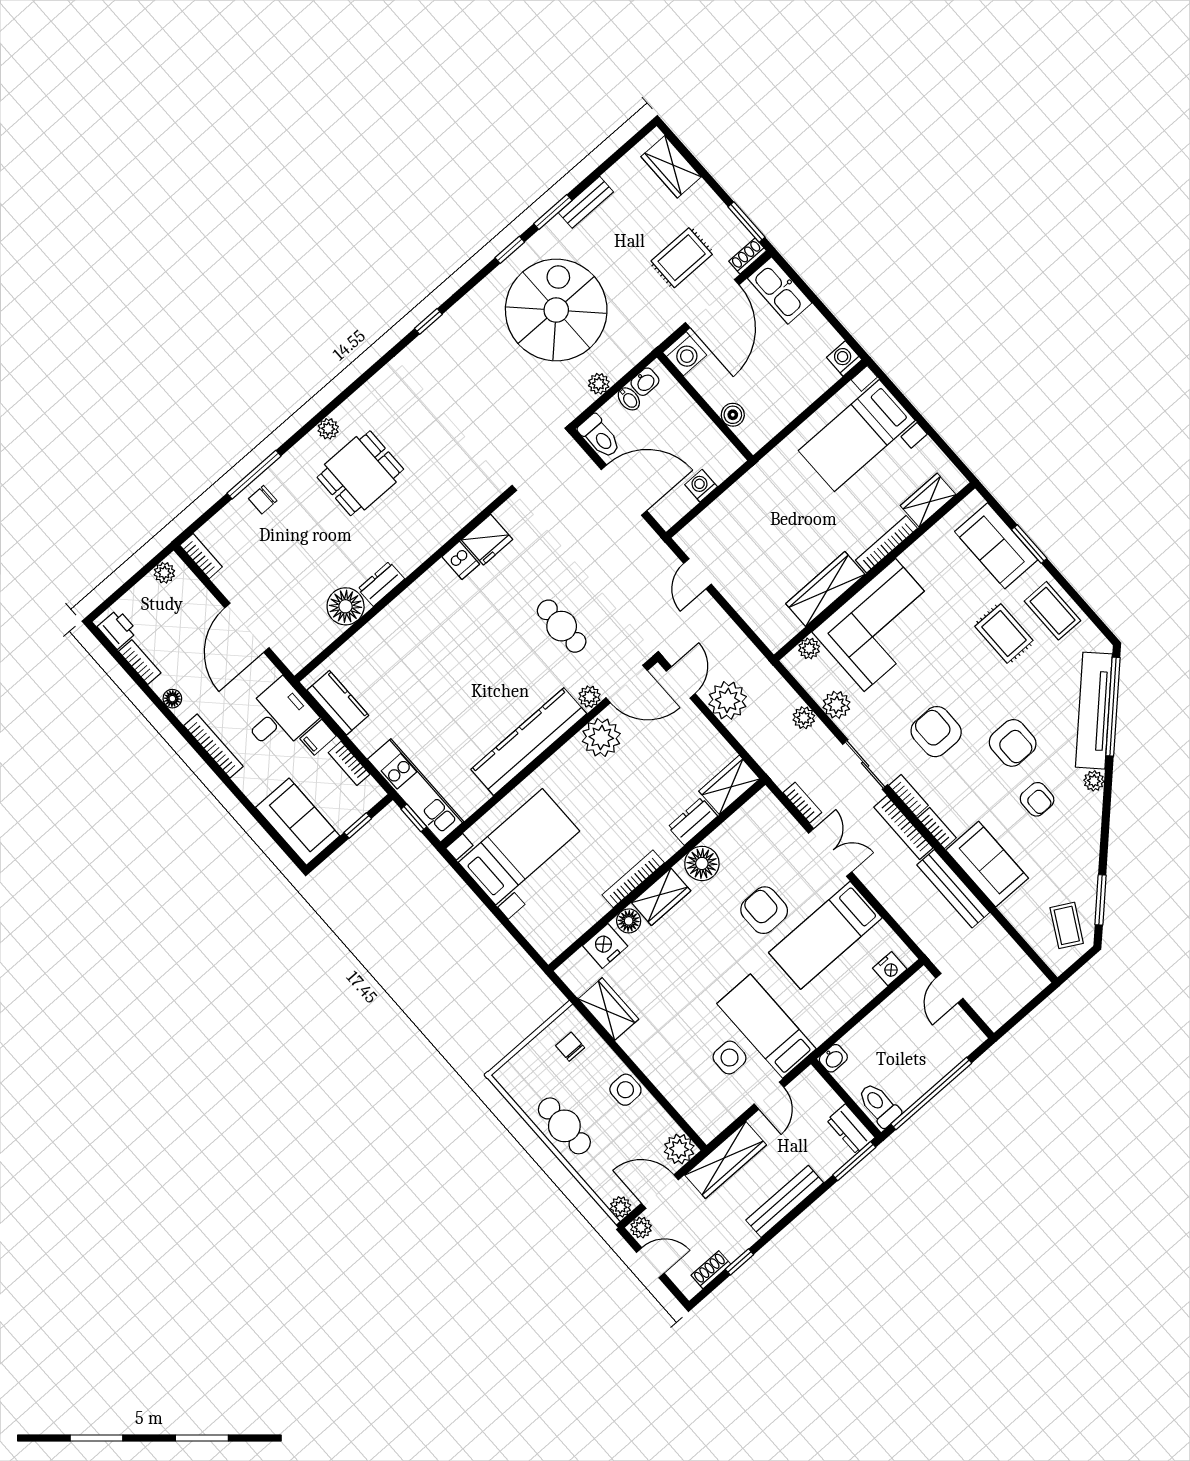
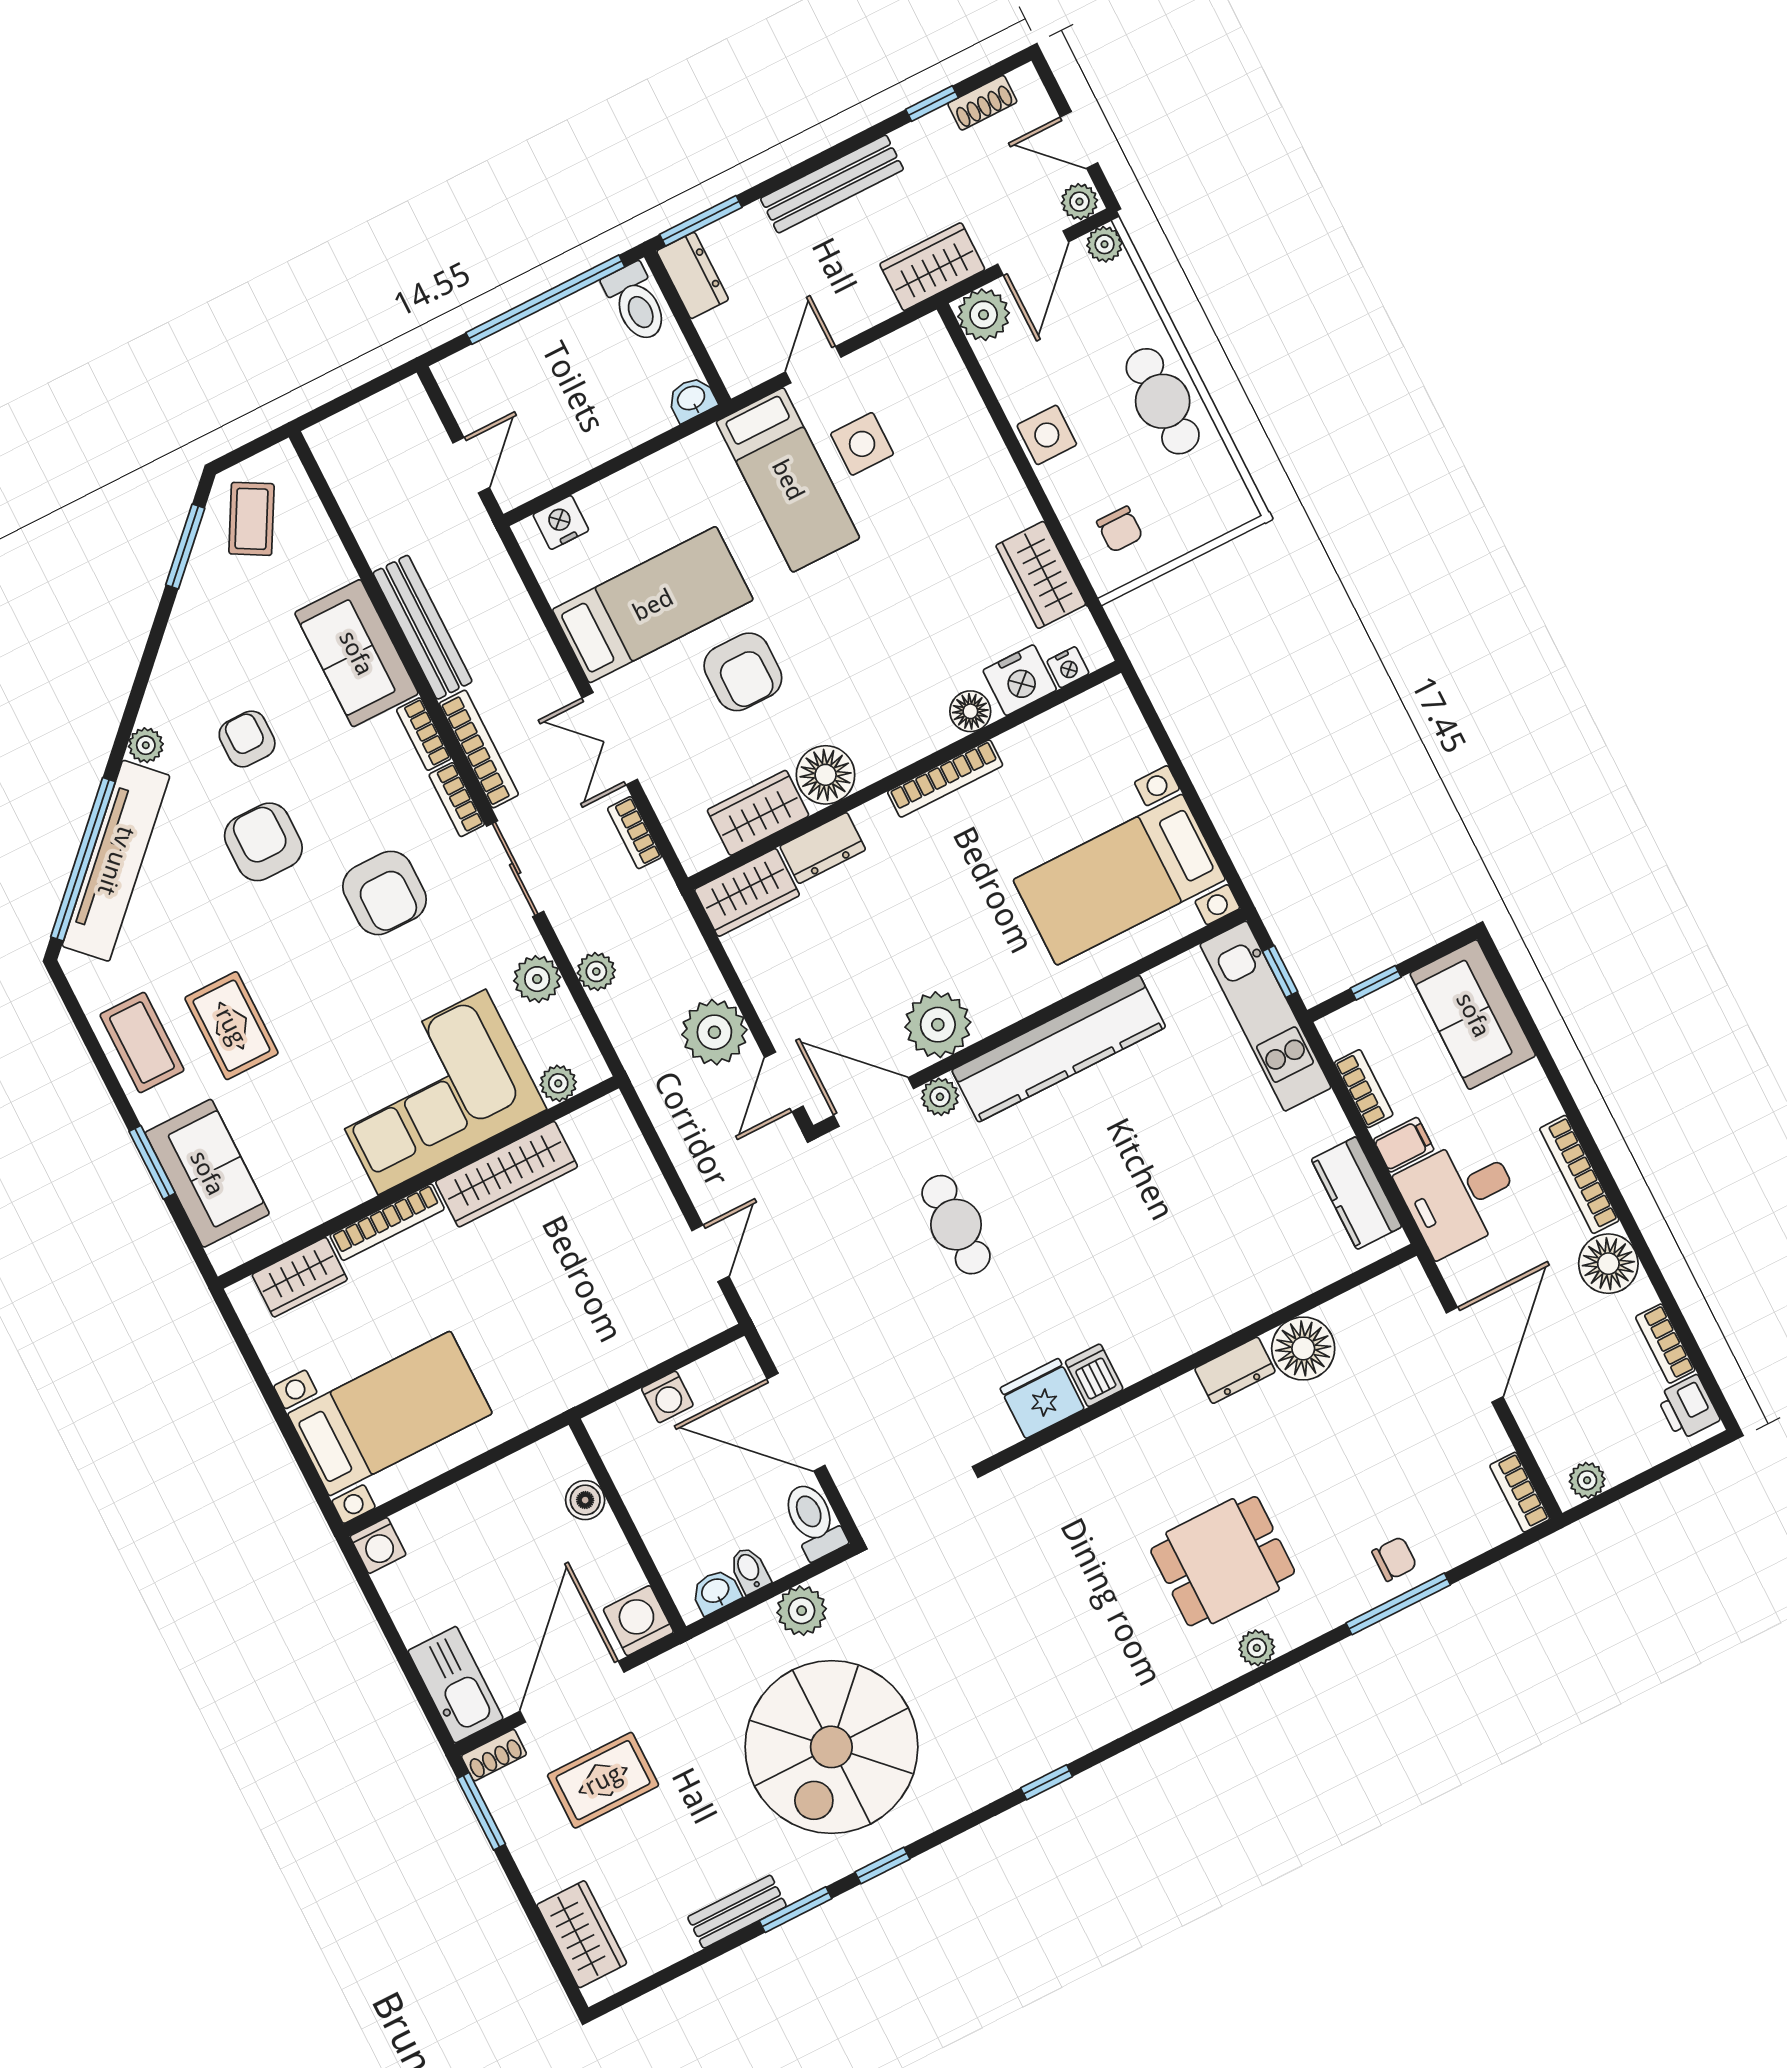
plant: (599, 384) -> (802, 1611), width x1.38, depth x1.38
floor lamp: (172, 699) -> (1608, 1264), width x1.89, depth x1.89
wardrobe: (661, 897) -> (758, 813), moved
nightstand: (579, 960) -> (1068, 667), added
wardrobe: (726, 1160) -> (932, 267), width x0.67
door: (660, 1192) -> (1033, 253), hinge flipped

